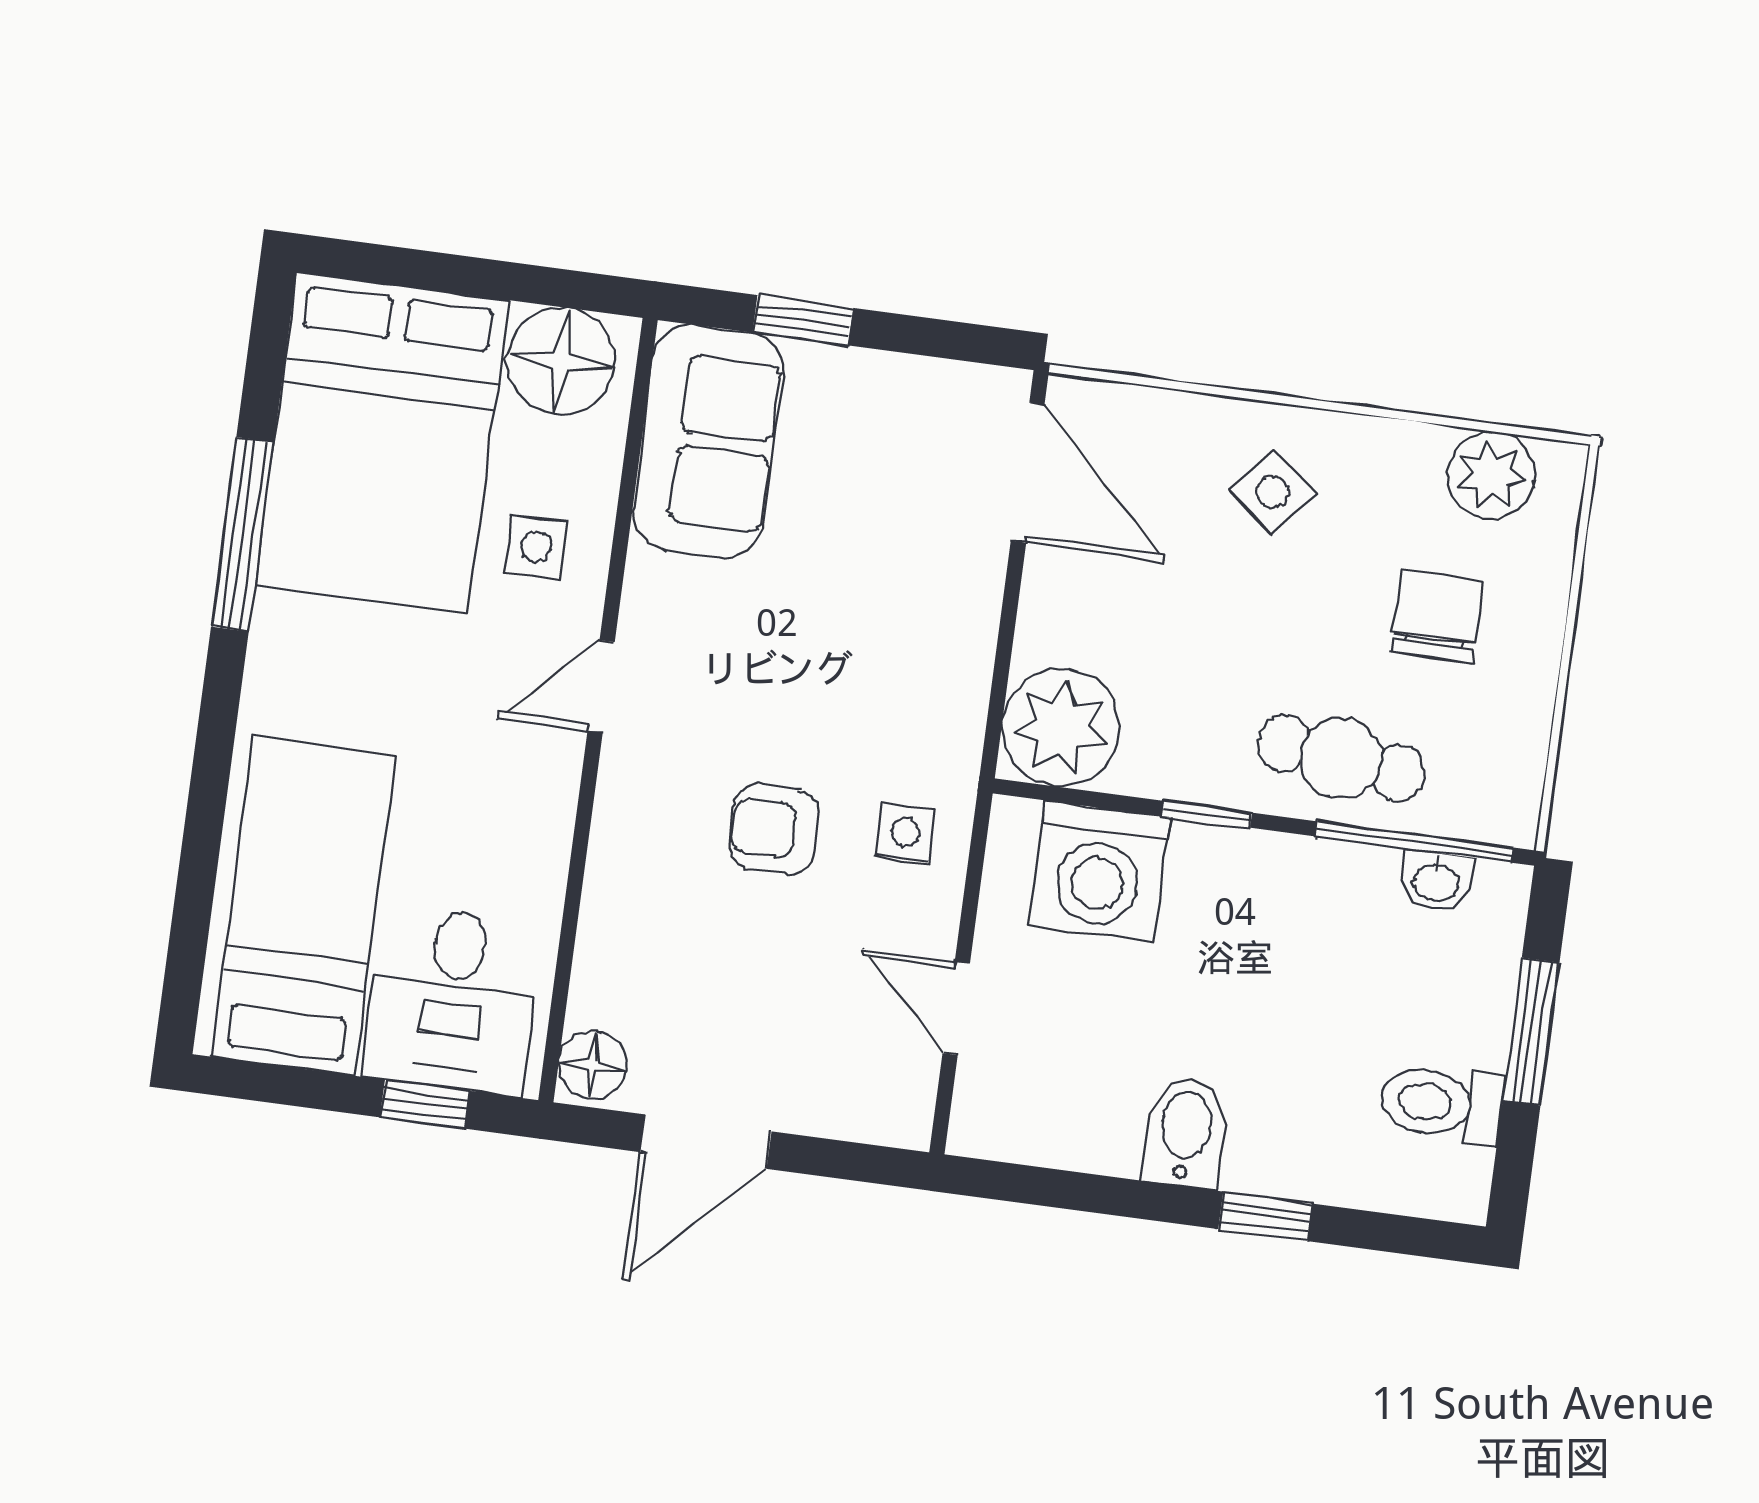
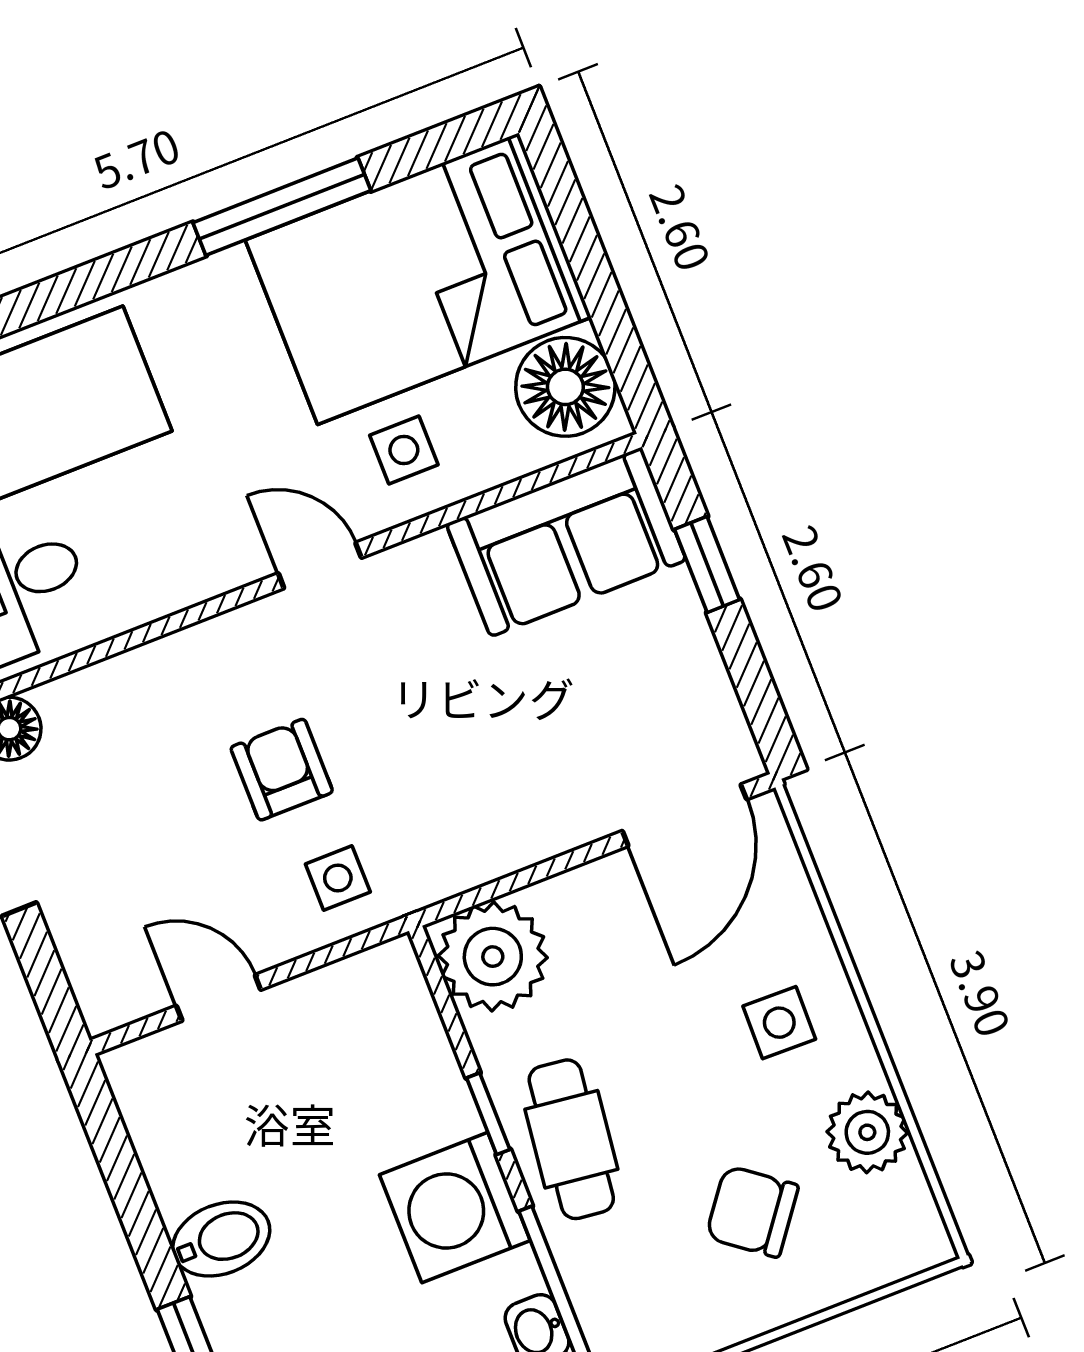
plant: (1491, 475) -> (867, 1132), moved
side table: (1273, 492) -> (779, 1023), turned -38
chair: (1437, 616) -> (752, 1212), turned -143
cafe table: (1341, 758) -> (571, 1139), moved
washing machine: (1099, 871) -> (455, 1208), moved
door: (956, 1008) -> (219, 998), hinge flipped

